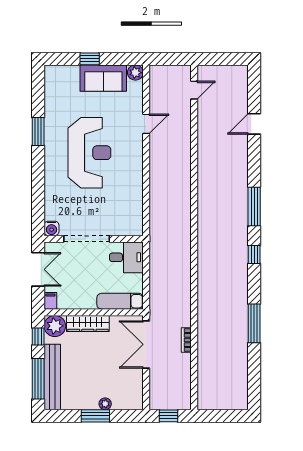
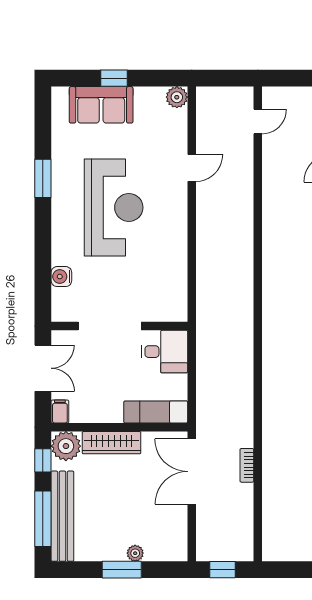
sofa: (103, 78) -> (101, 105), moved
water cooler: (52, 228) -> (61, 277), moved, turned 90

